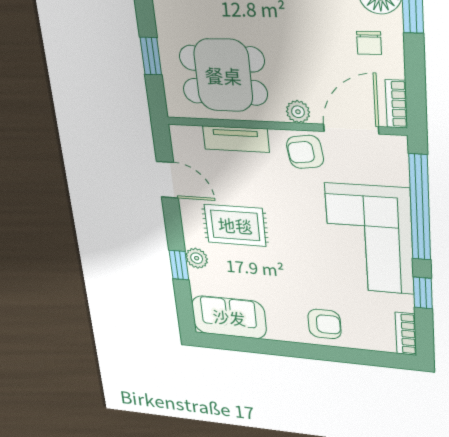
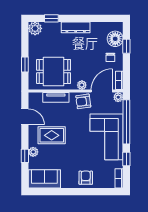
plant: (395, 146) -> (118, 97), added
armchair: (324, 324) -> (86, 178), turned -90

